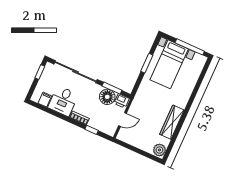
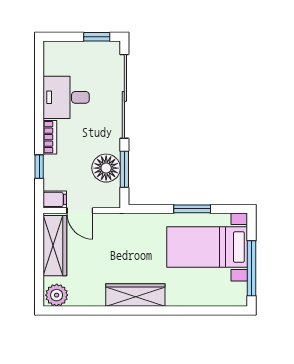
filing cabinet: (45, 100) -> (55, 199), moved
printer: (122, 101) -> (110, 195), removed
wardrobe: (172, 122) -> (135, 295), moved
wardrobe: (134, 140) -> (55, 246), added

